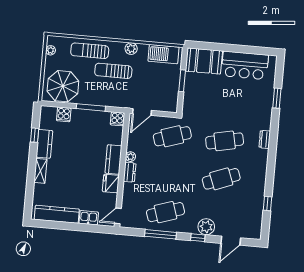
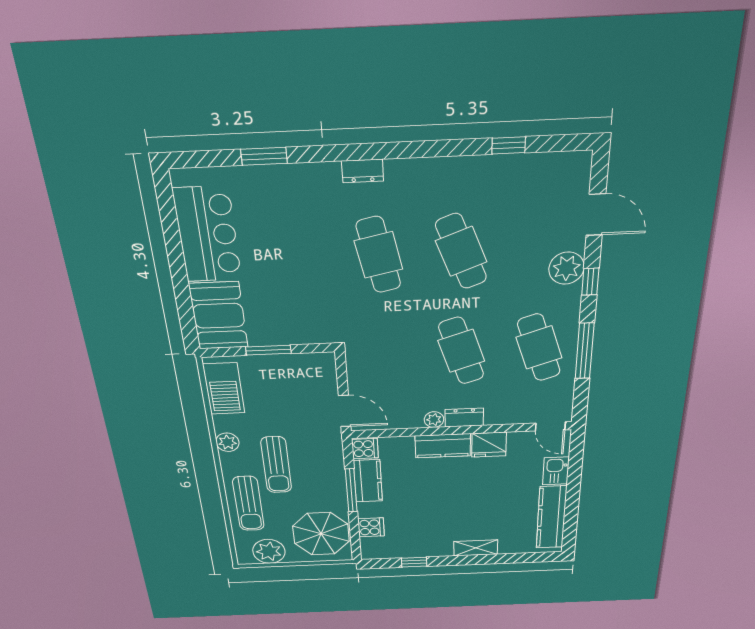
plant: (51, 50) -> (269, 551), width x1.87, depth x1.87
cafe table: (172, 136) -> (461, 351), moved
kitchen counter: (44, 144) -> (368, 481), moved, turned 90

